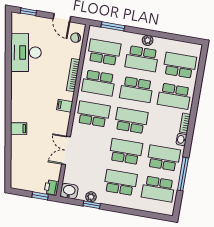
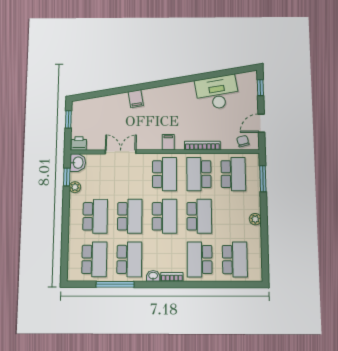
school desk: (142, 59) -> (234, 216), removed
school desk: (136, 90) -> (199, 216), turned 180
school desk: (158, 189) -> (94, 259), turned 180
window: (40, 196) -> (68, 119), moved
window: (92, 205) -> (67, 177), moved

